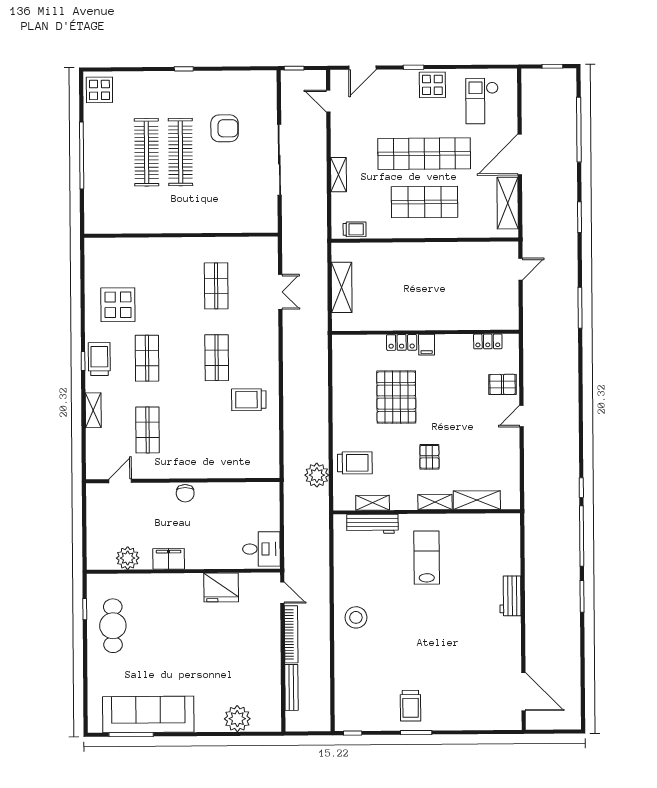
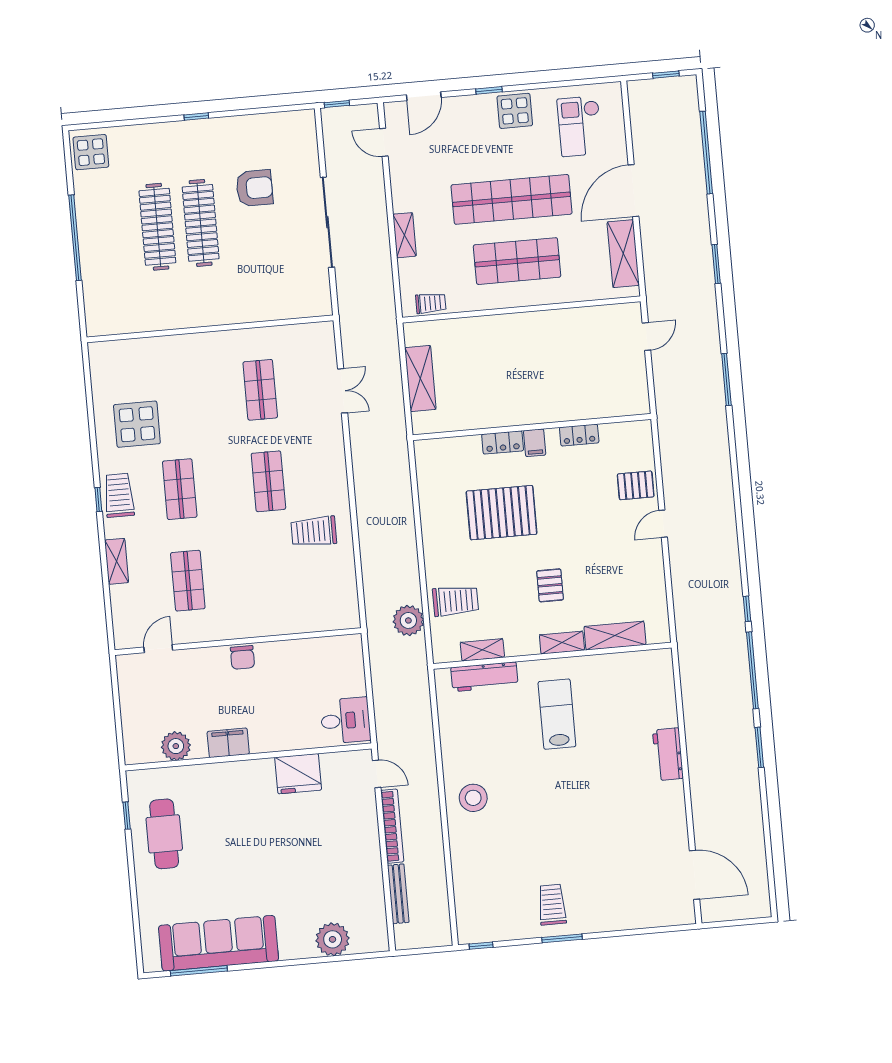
locker: (488, 341) -> (579, 435), moved
pallet: (396, 397) -> (502, 513), turned 90
trolley: (411, 706) -> (552, 905), turned 180

